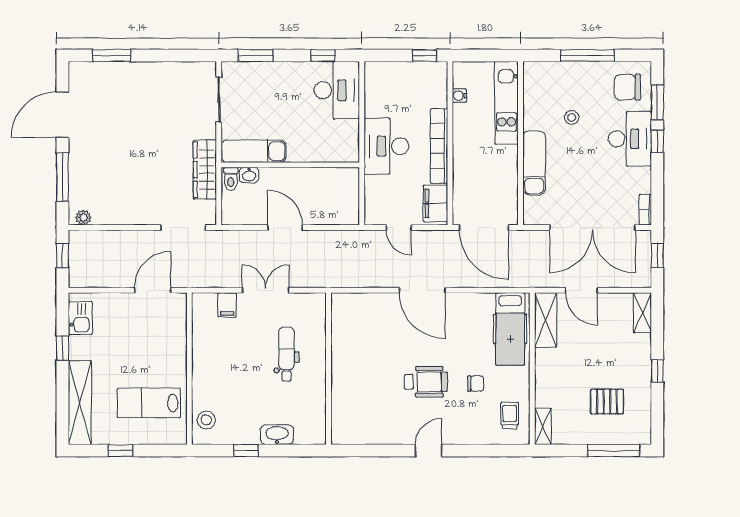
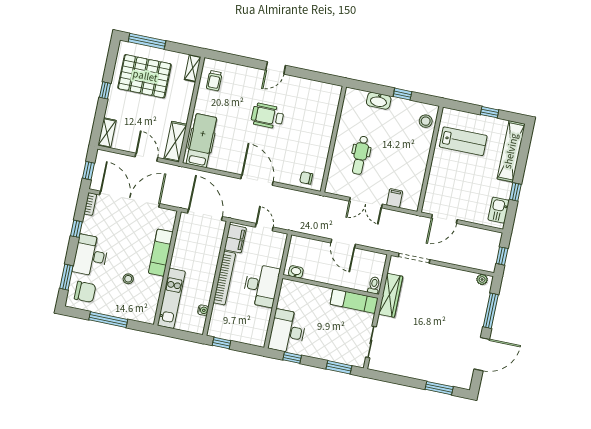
window: (657, 141) -> (76, 229), moved
washbasin: (249, 175) -> (296, 272), moved
chair: (476, 384) -> (306, 178), moved
pallet: (607, 402) -> (145, 76), width x2.05, depth x2.00

